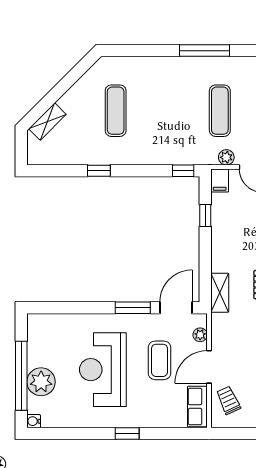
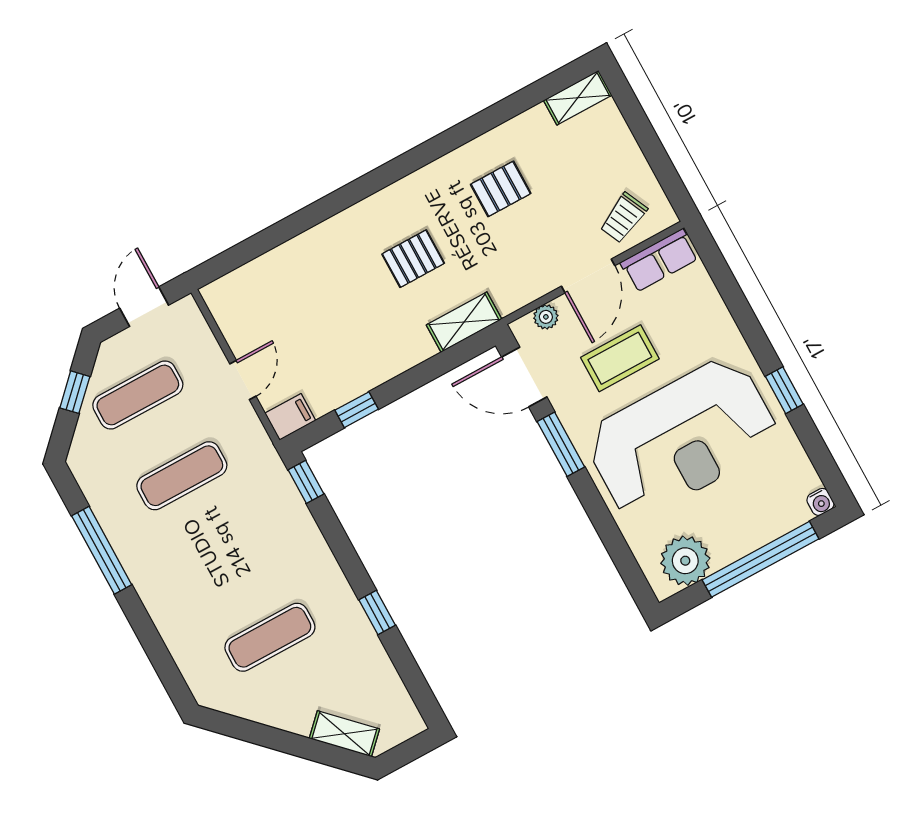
plant: (226, 157) -> (249, 426), removed
door: (209, 367) -> (588, 276), hinge flipped
reception desk: (103, 370) -> (682, 438), width x1.36, depth x1.30
plant: (41, 382) -> (685, 561), moved
window: (127, 433) -> (784, 390), moved

